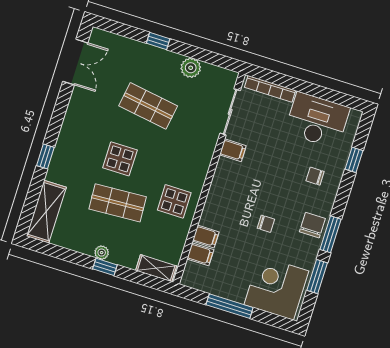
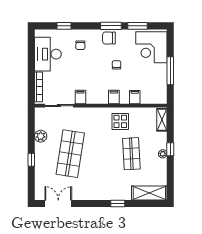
shop shelf: (148, 106) -> (70, 154), width x1.43, depth x1.36
display table: (120, 159) -> (106, 160), removed
filing cabinet: (200, 254) -> (114, 97), moved

